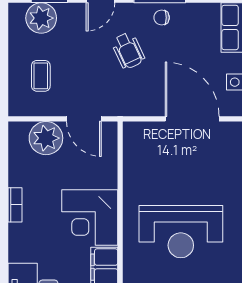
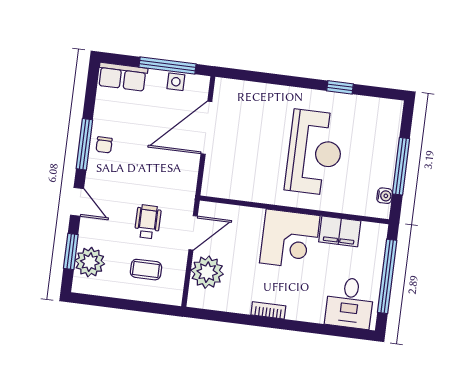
wheelchair: (128, 51) -> (148, 222), moved, turned -65

